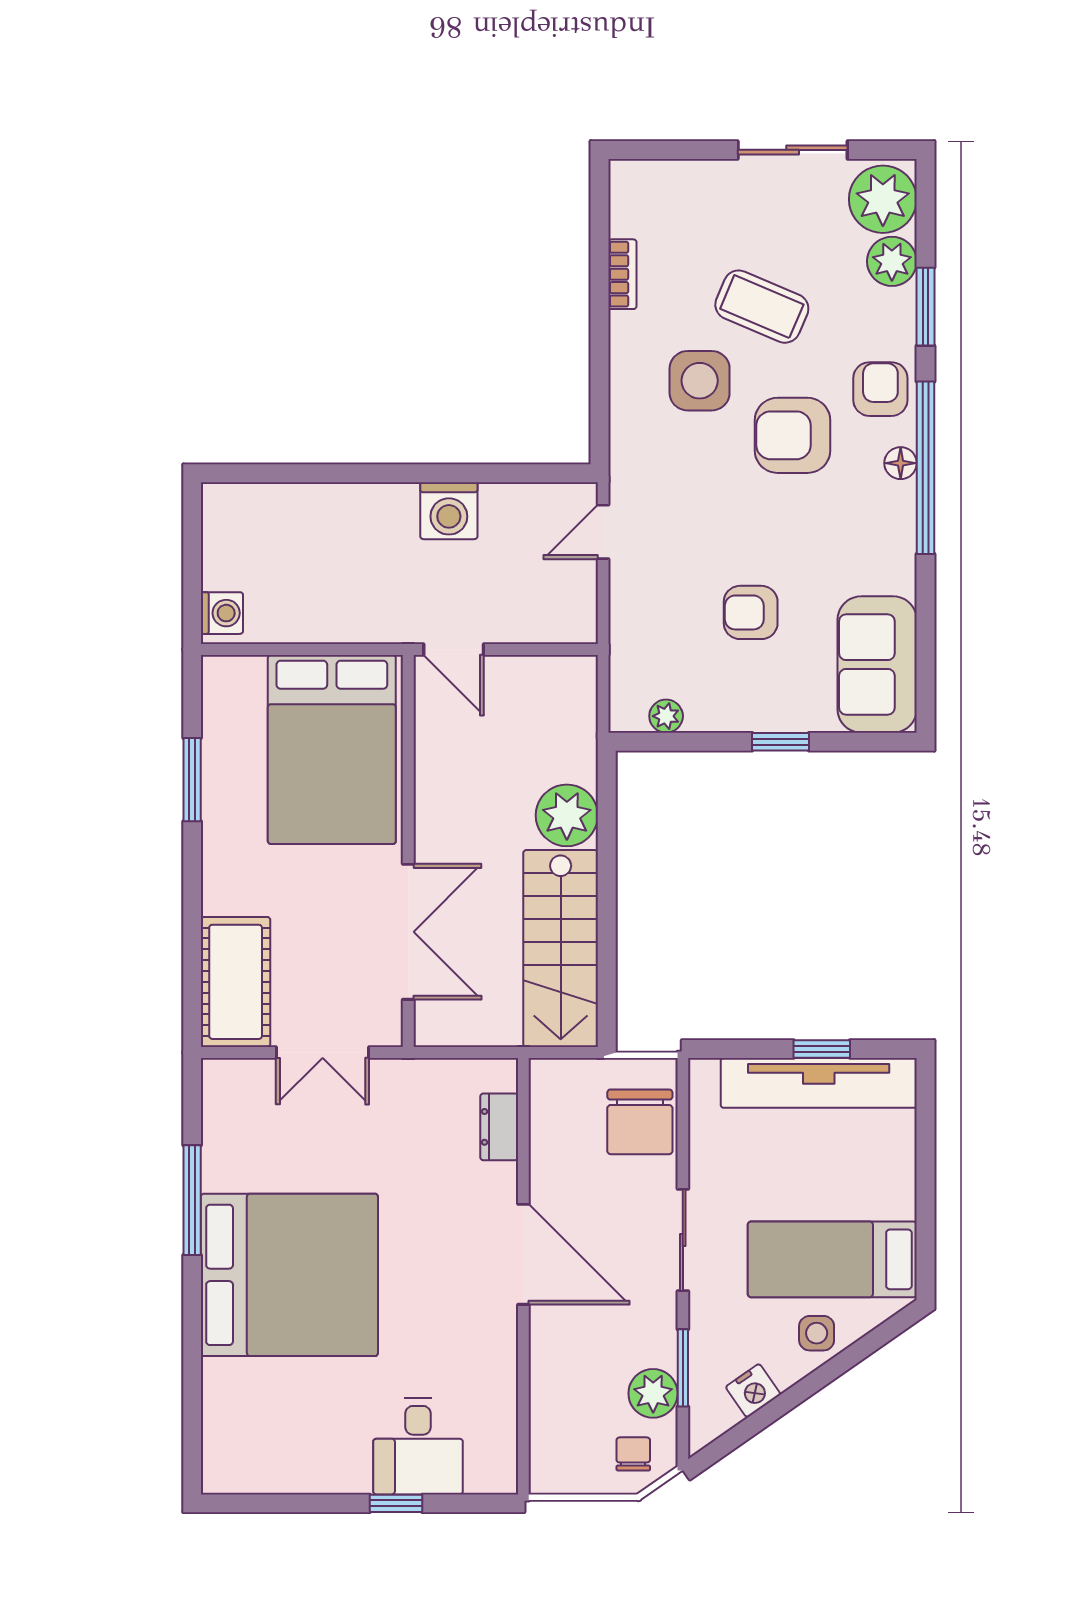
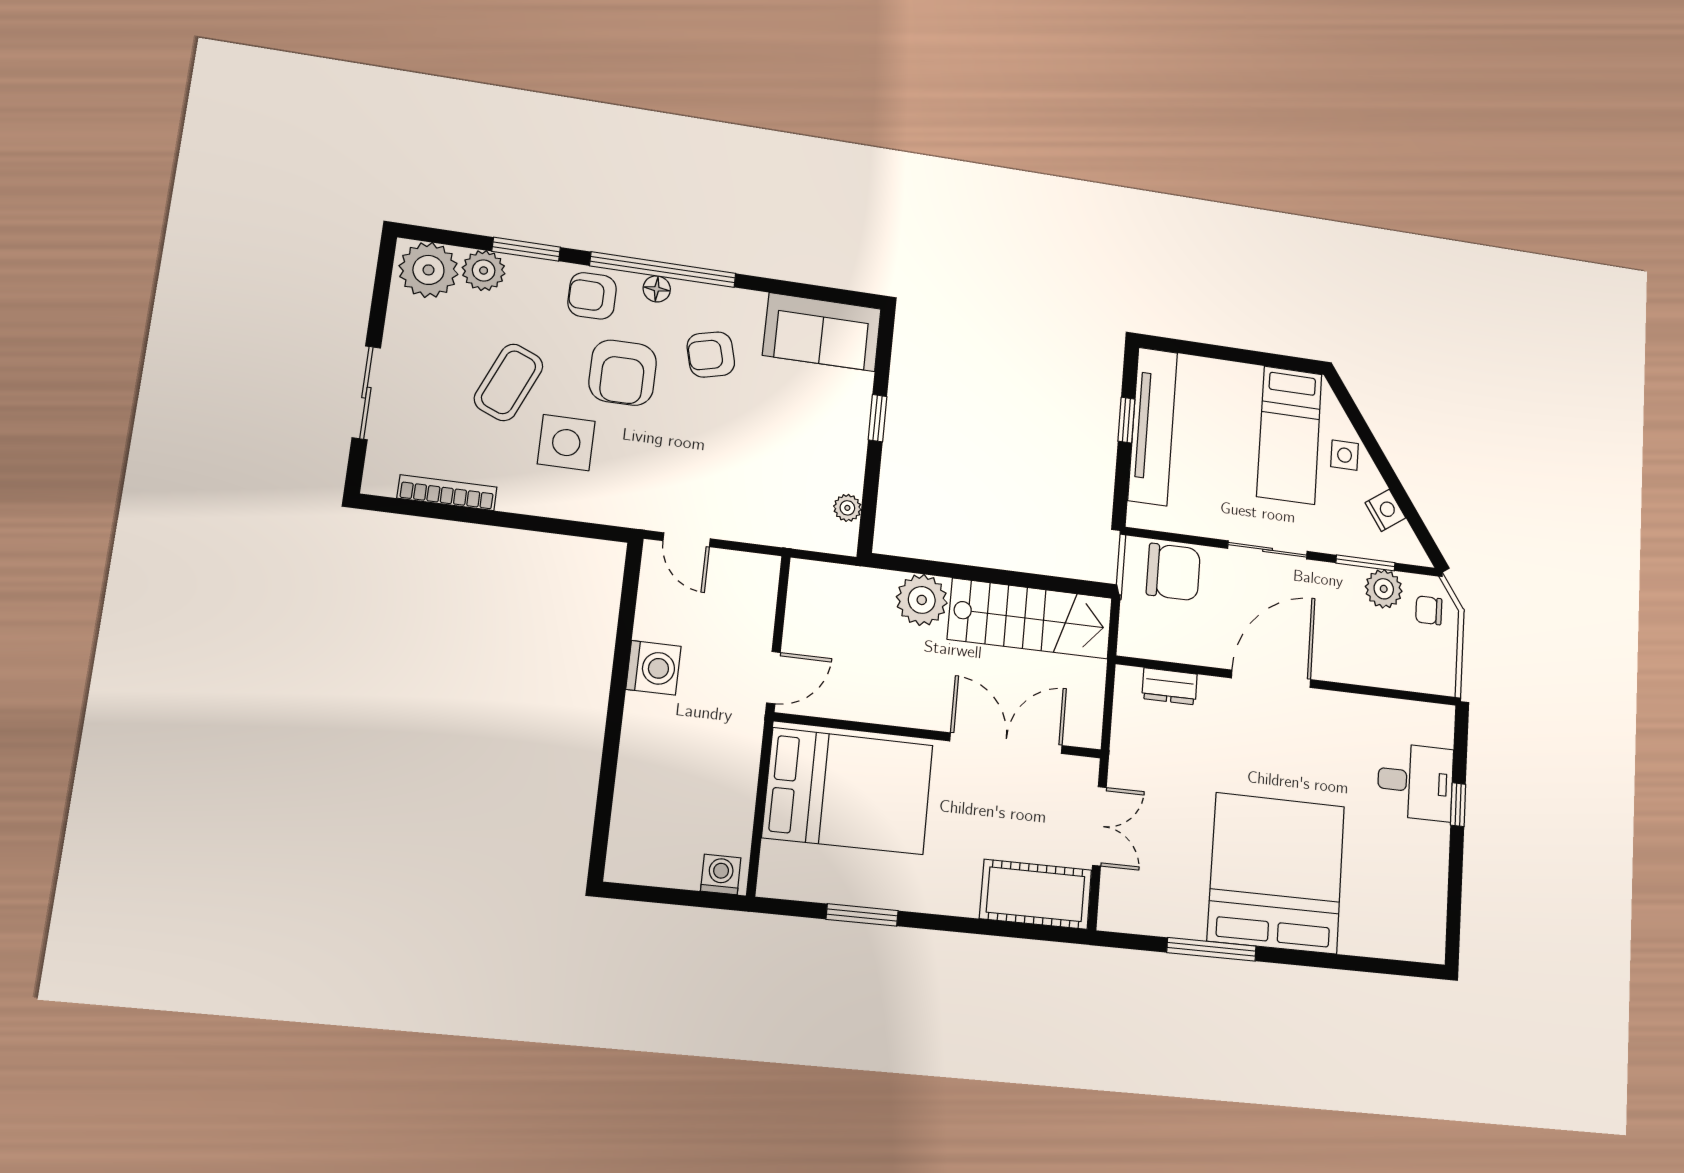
sliding door: (793, 150) -> (366, 393), moved
bookcase: (622, 274) -> (447, 493), width x1.56
armchair: (751, 612) -> (711, 355), moved, turned 76

